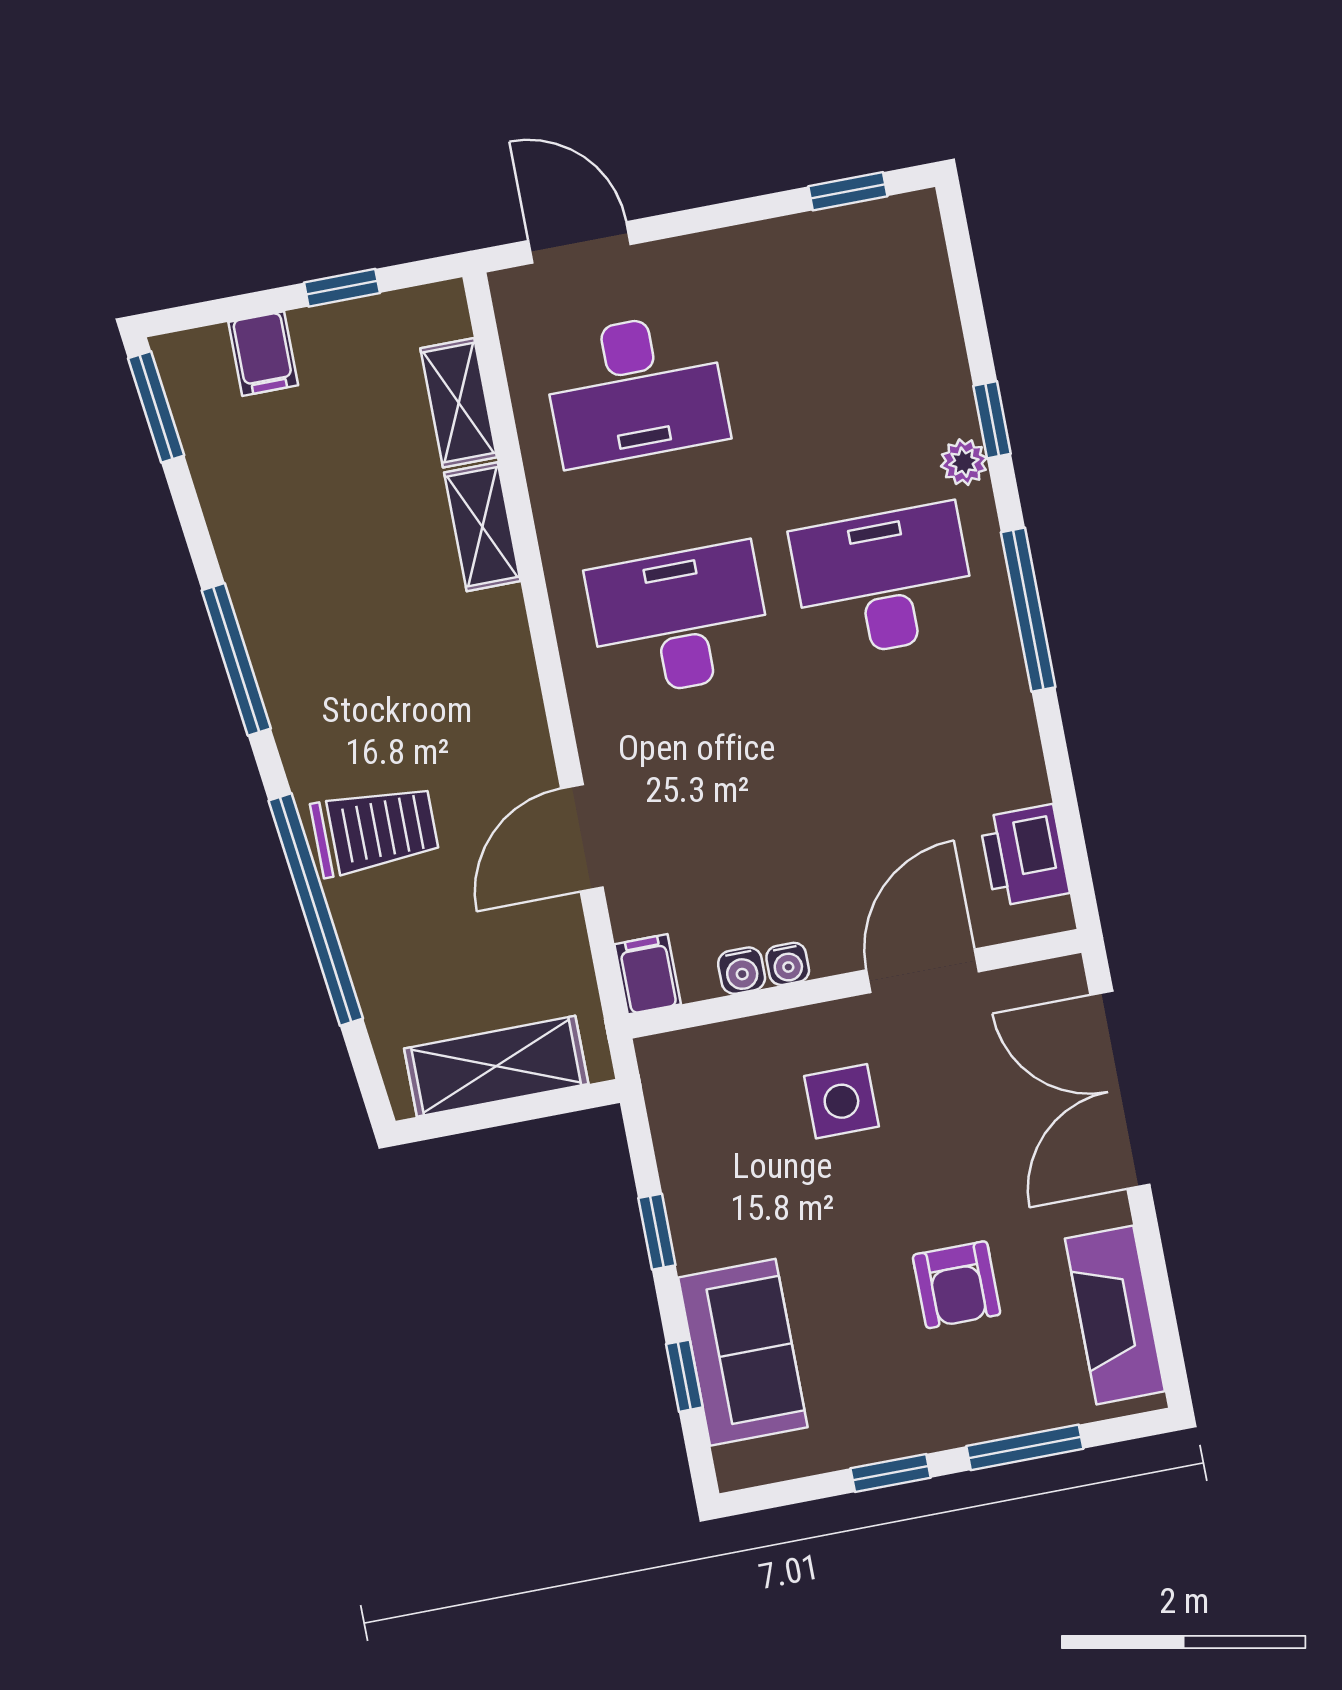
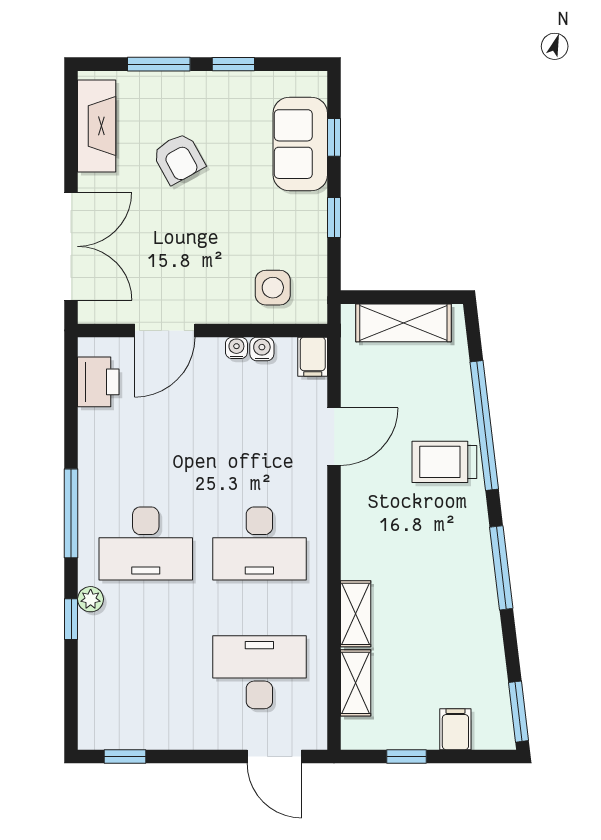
side table: (841, 1101) -> (273, 288), moved
armchair: (957, 1285) -> (179, 158), turned 151

